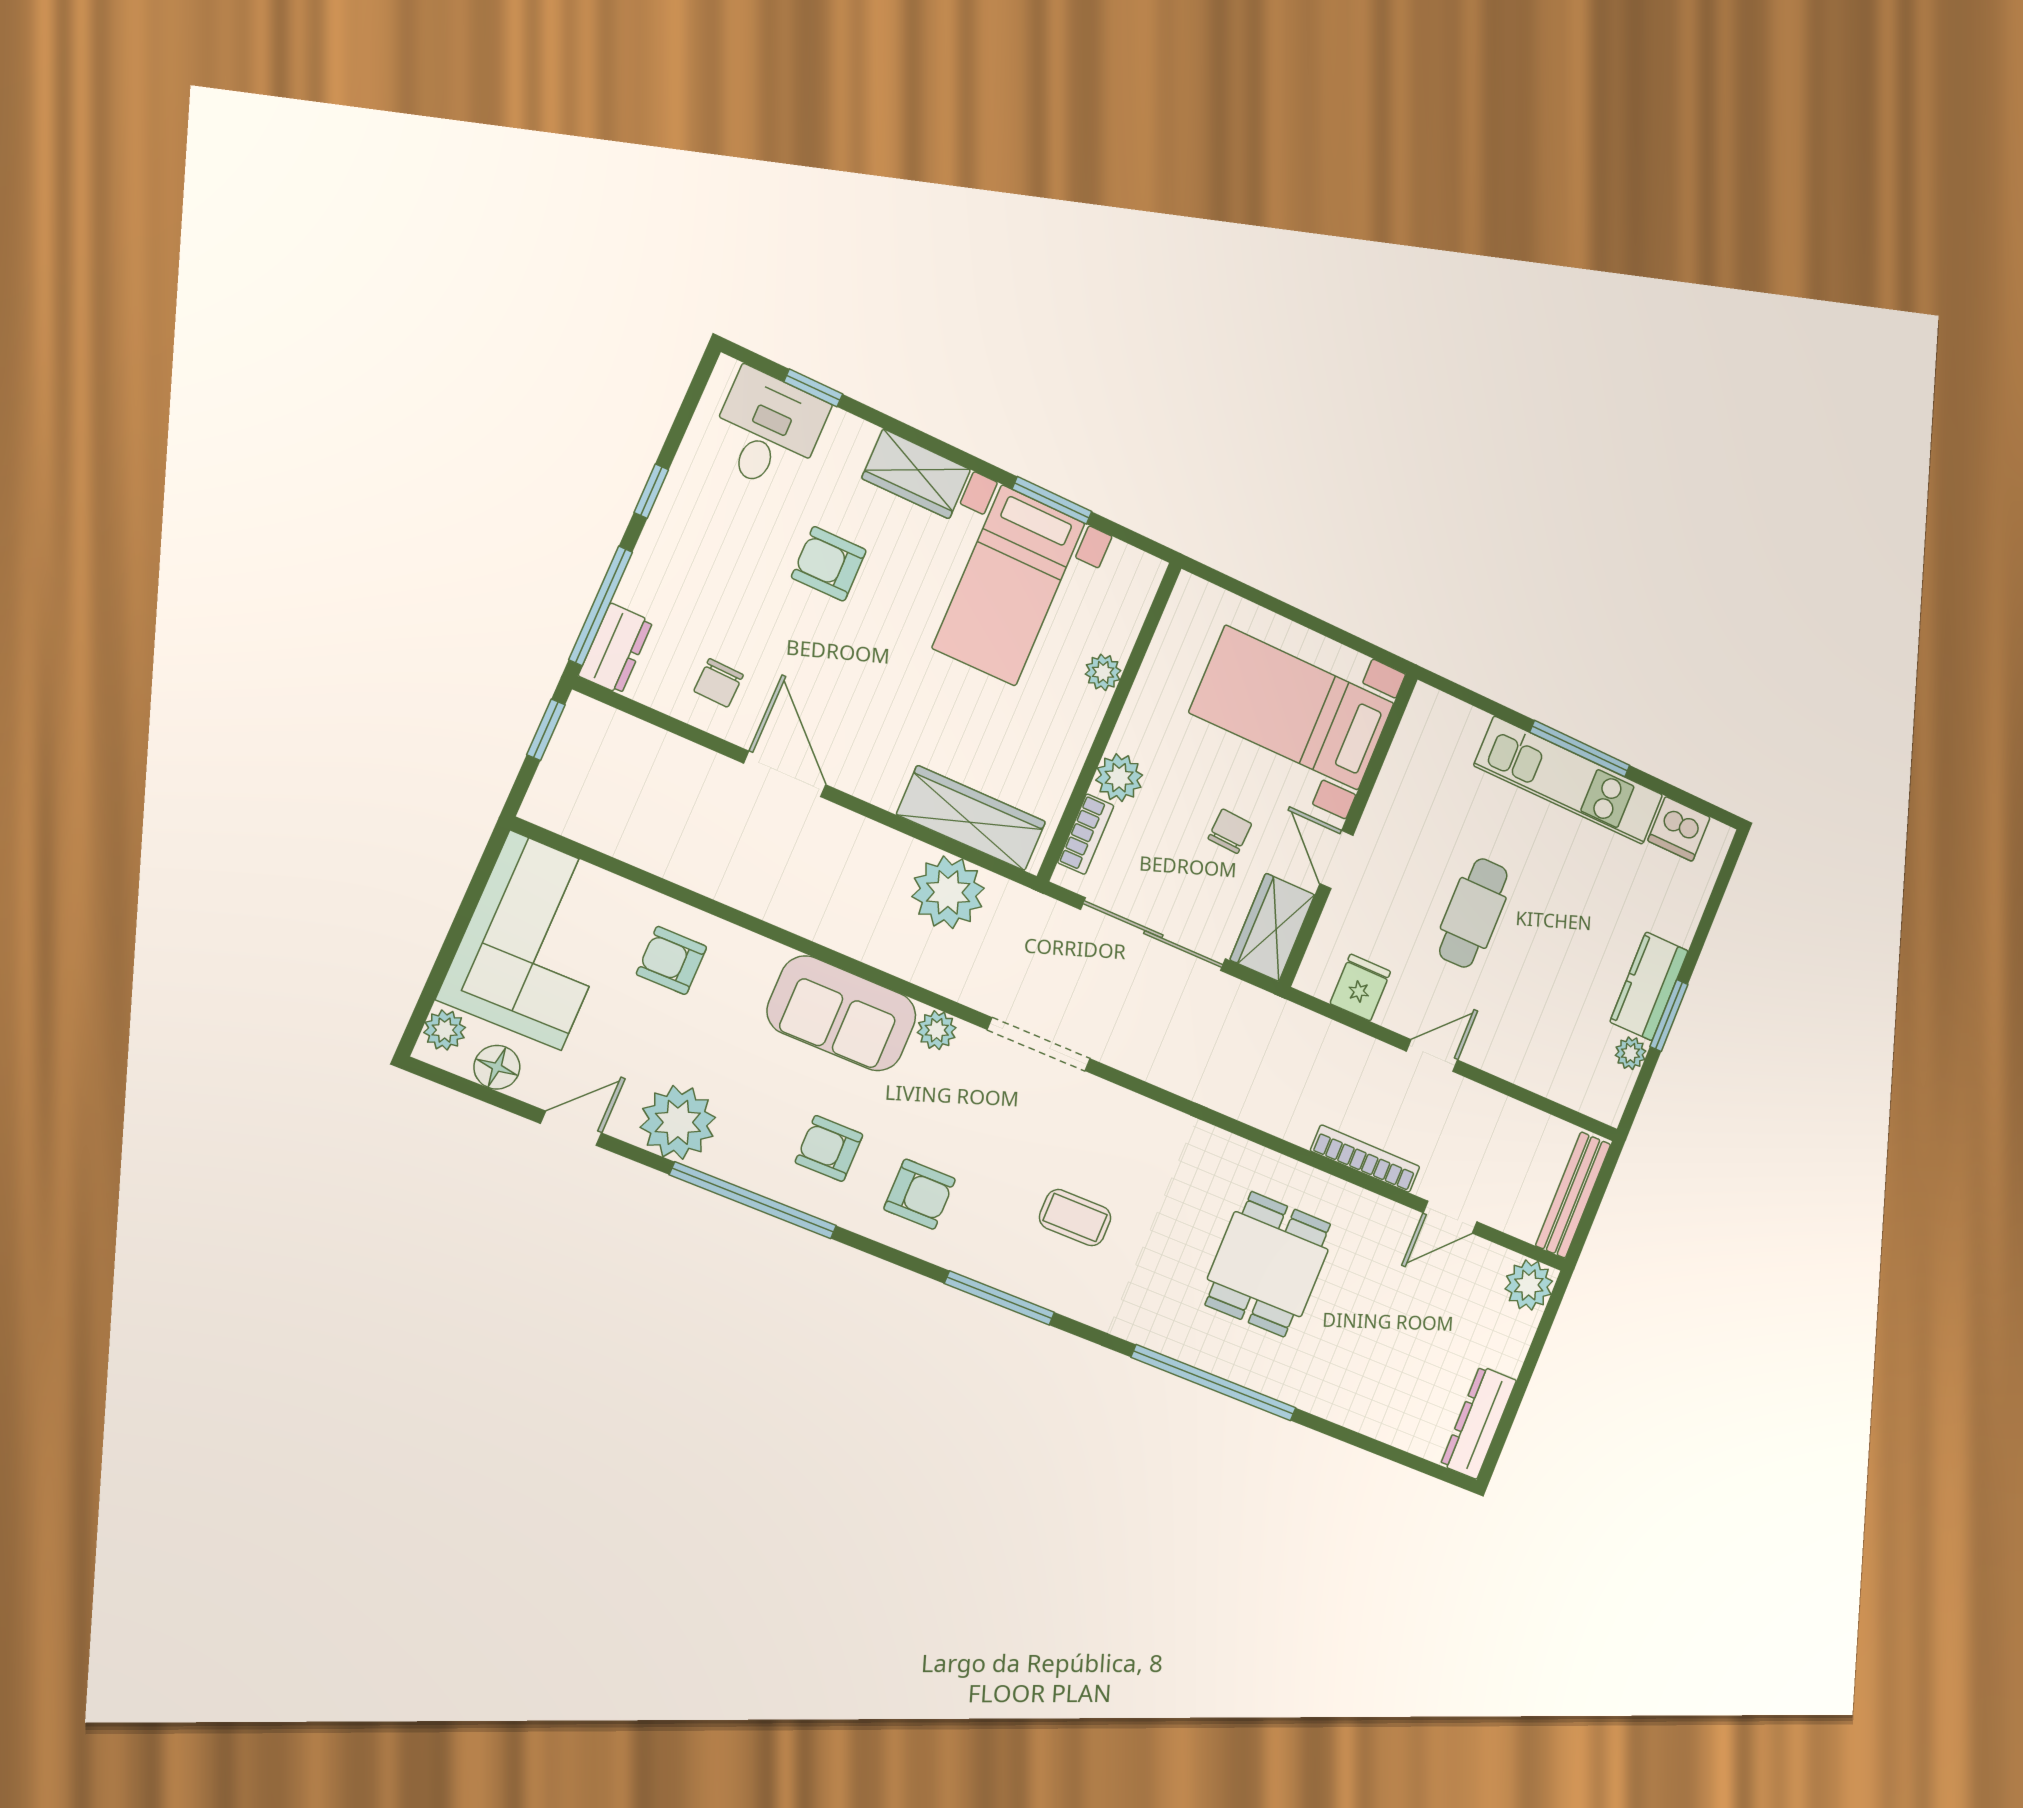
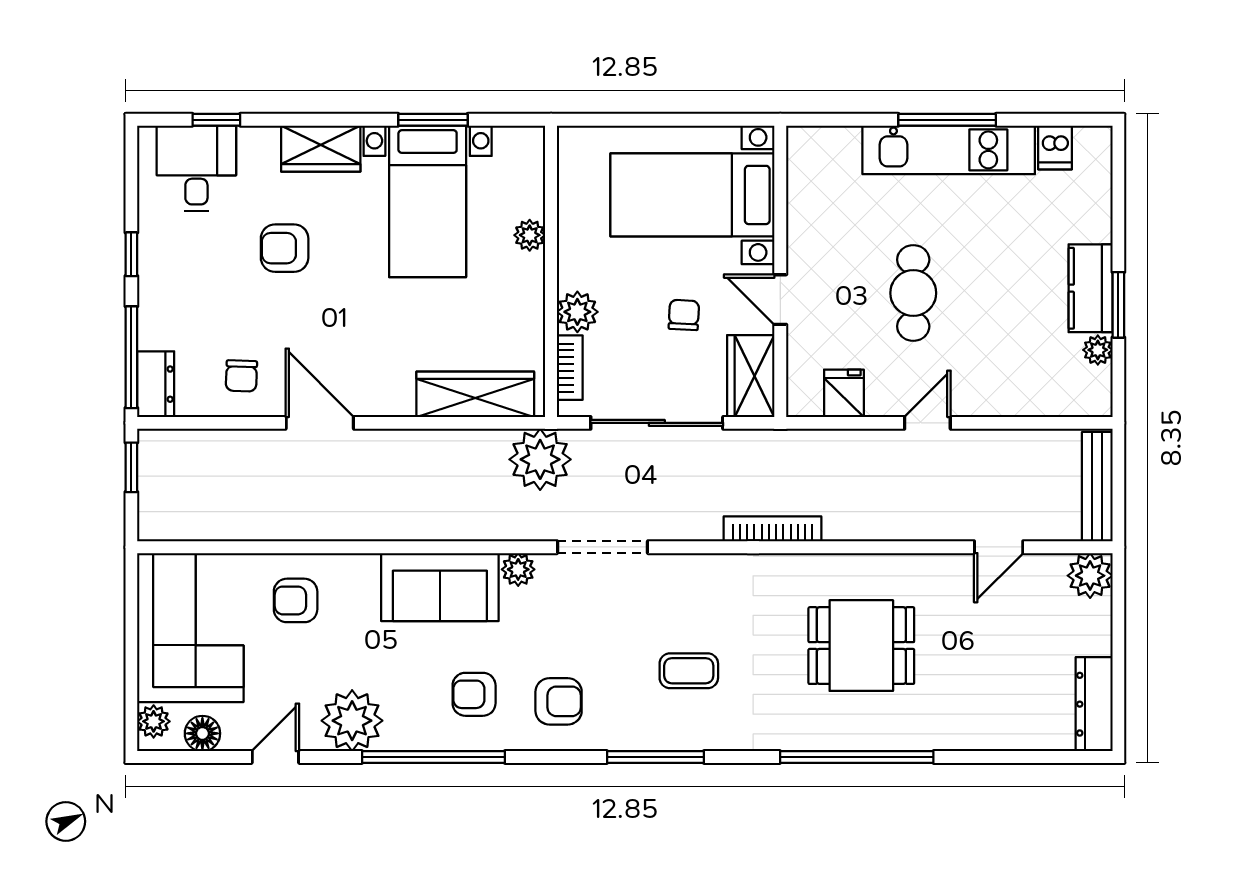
dishwasher: (1679, 829) -> (1055, 147), width x0.73
plant: (948, 892) -> (540, 459), moved
bookcase: (1365, 1159) -> (772, 529), moved
dining table: (1268, 1264) -> (861, 646), turned 90

